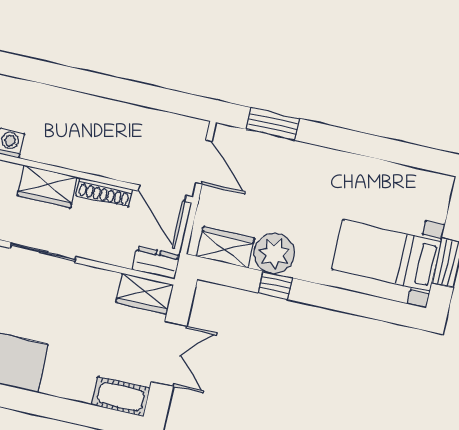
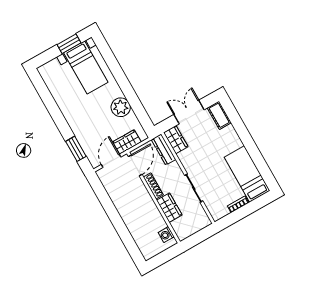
wardrobe: (226, 247) -> (127, 142), moved, turned 90
dresser: (156, 262) -> (164, 150), width x1.44
window: (275, 285) -> (131, 97), removed

